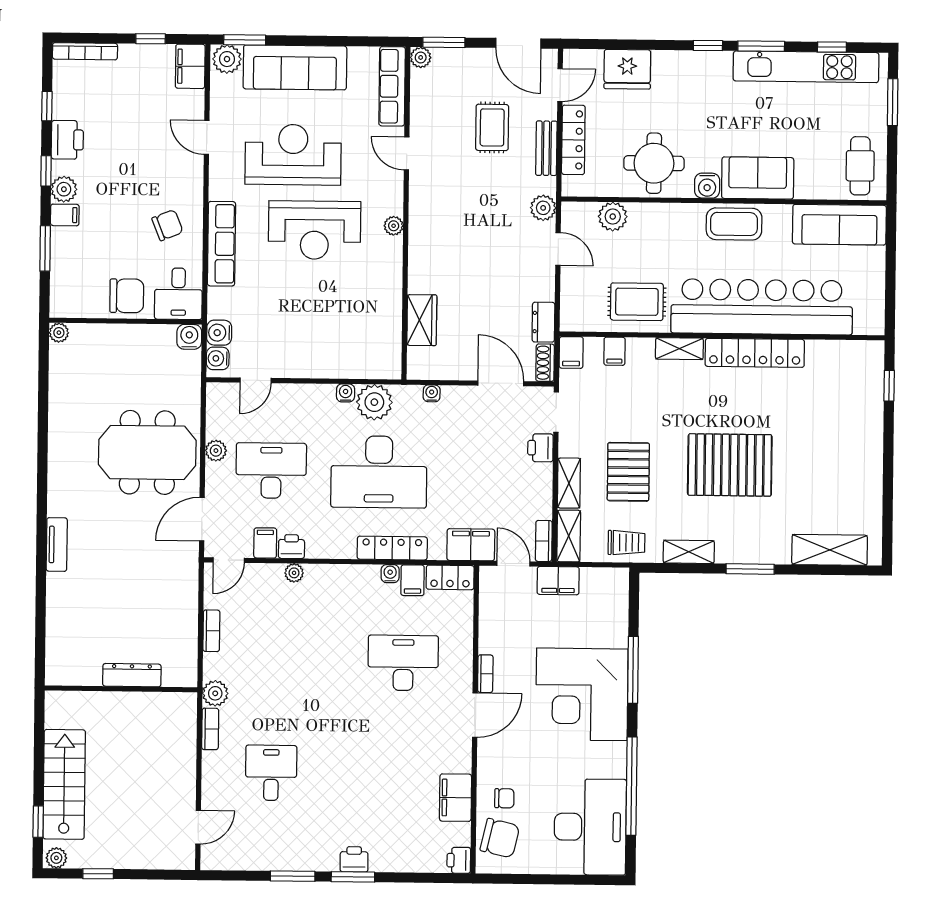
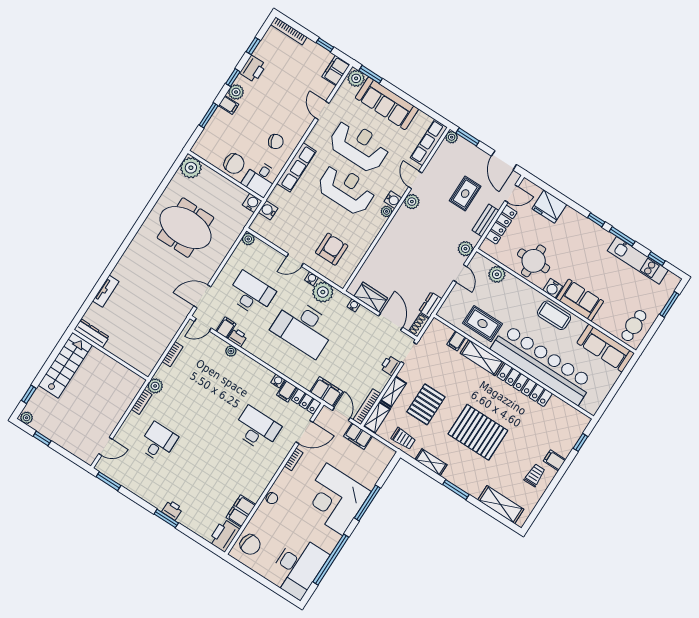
kitchen unit: (806, 67) -> (638, 260), width x0.73
plant: (422, 188) -> (412, 202), added
reception desk: (314, 230) -> (346, 189), turned 180
wardrobe: (422, 320) -> (371, 297), moved, turned -90
armchair: (348, 331) -> (332, 249), added
plant: (59, 333) -> (191, 168), width x1.88, depth x1.88
shelving: (679, 349) -> (482, 358), width x1.50, depth x1.33
filing cabinet: (571, 352) -> (555, 460), moved, turned 90
water cooler: (218, 358) -> (393, 200), moved, turned 180
door: (256, 380) -> (295, 260), moved
plant: (216, 451) -> (248, 239), moved
meeting table: (147, 452) -> (185, 228), moved
trolley: (852, 476) -> (535, 475), added
bookcase: (544, 541) -> (367, 407), width x1.56
tv unit: (57, 544) -> (106, 291), moved
locker: (392, 548) -> (287, 369), removed
dresser: (132, 675) -> (92, 333), moved
door: (475, 715) -> (304, 432), moved
stairs: (64, 784) -> (65, 365), moved
chair: (504, 798) -> (272, 498), moved
printer: (459, 860) -> (224, 536), width x1.87, depth x1.48
window: (293, 876) -> (108, 481), moved

